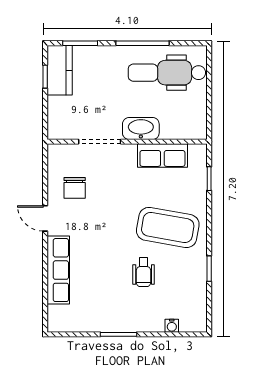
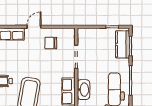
kitchen counter: (60, 70) -> (123, 44), moved, turned 90
washbasin: (141, 129) -> (84, 90), moved

